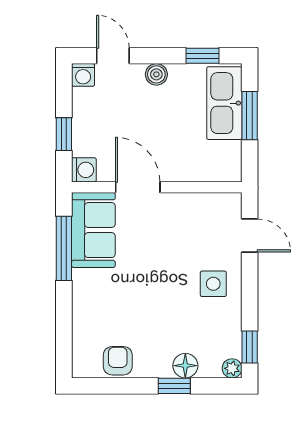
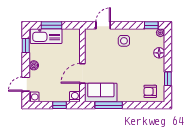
armchair: (118, 361) -> (150, 91), moved
window: (174, 386) -> (168, 79), moved

